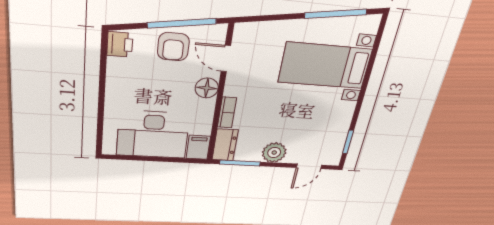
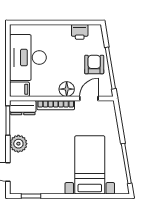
printer: (120, 44) -> (80, 32), moved
armchair: (173, 47) -> (94, 65), turned 90
bookcase: (227, 112) -> (56, 105), width x1.56

